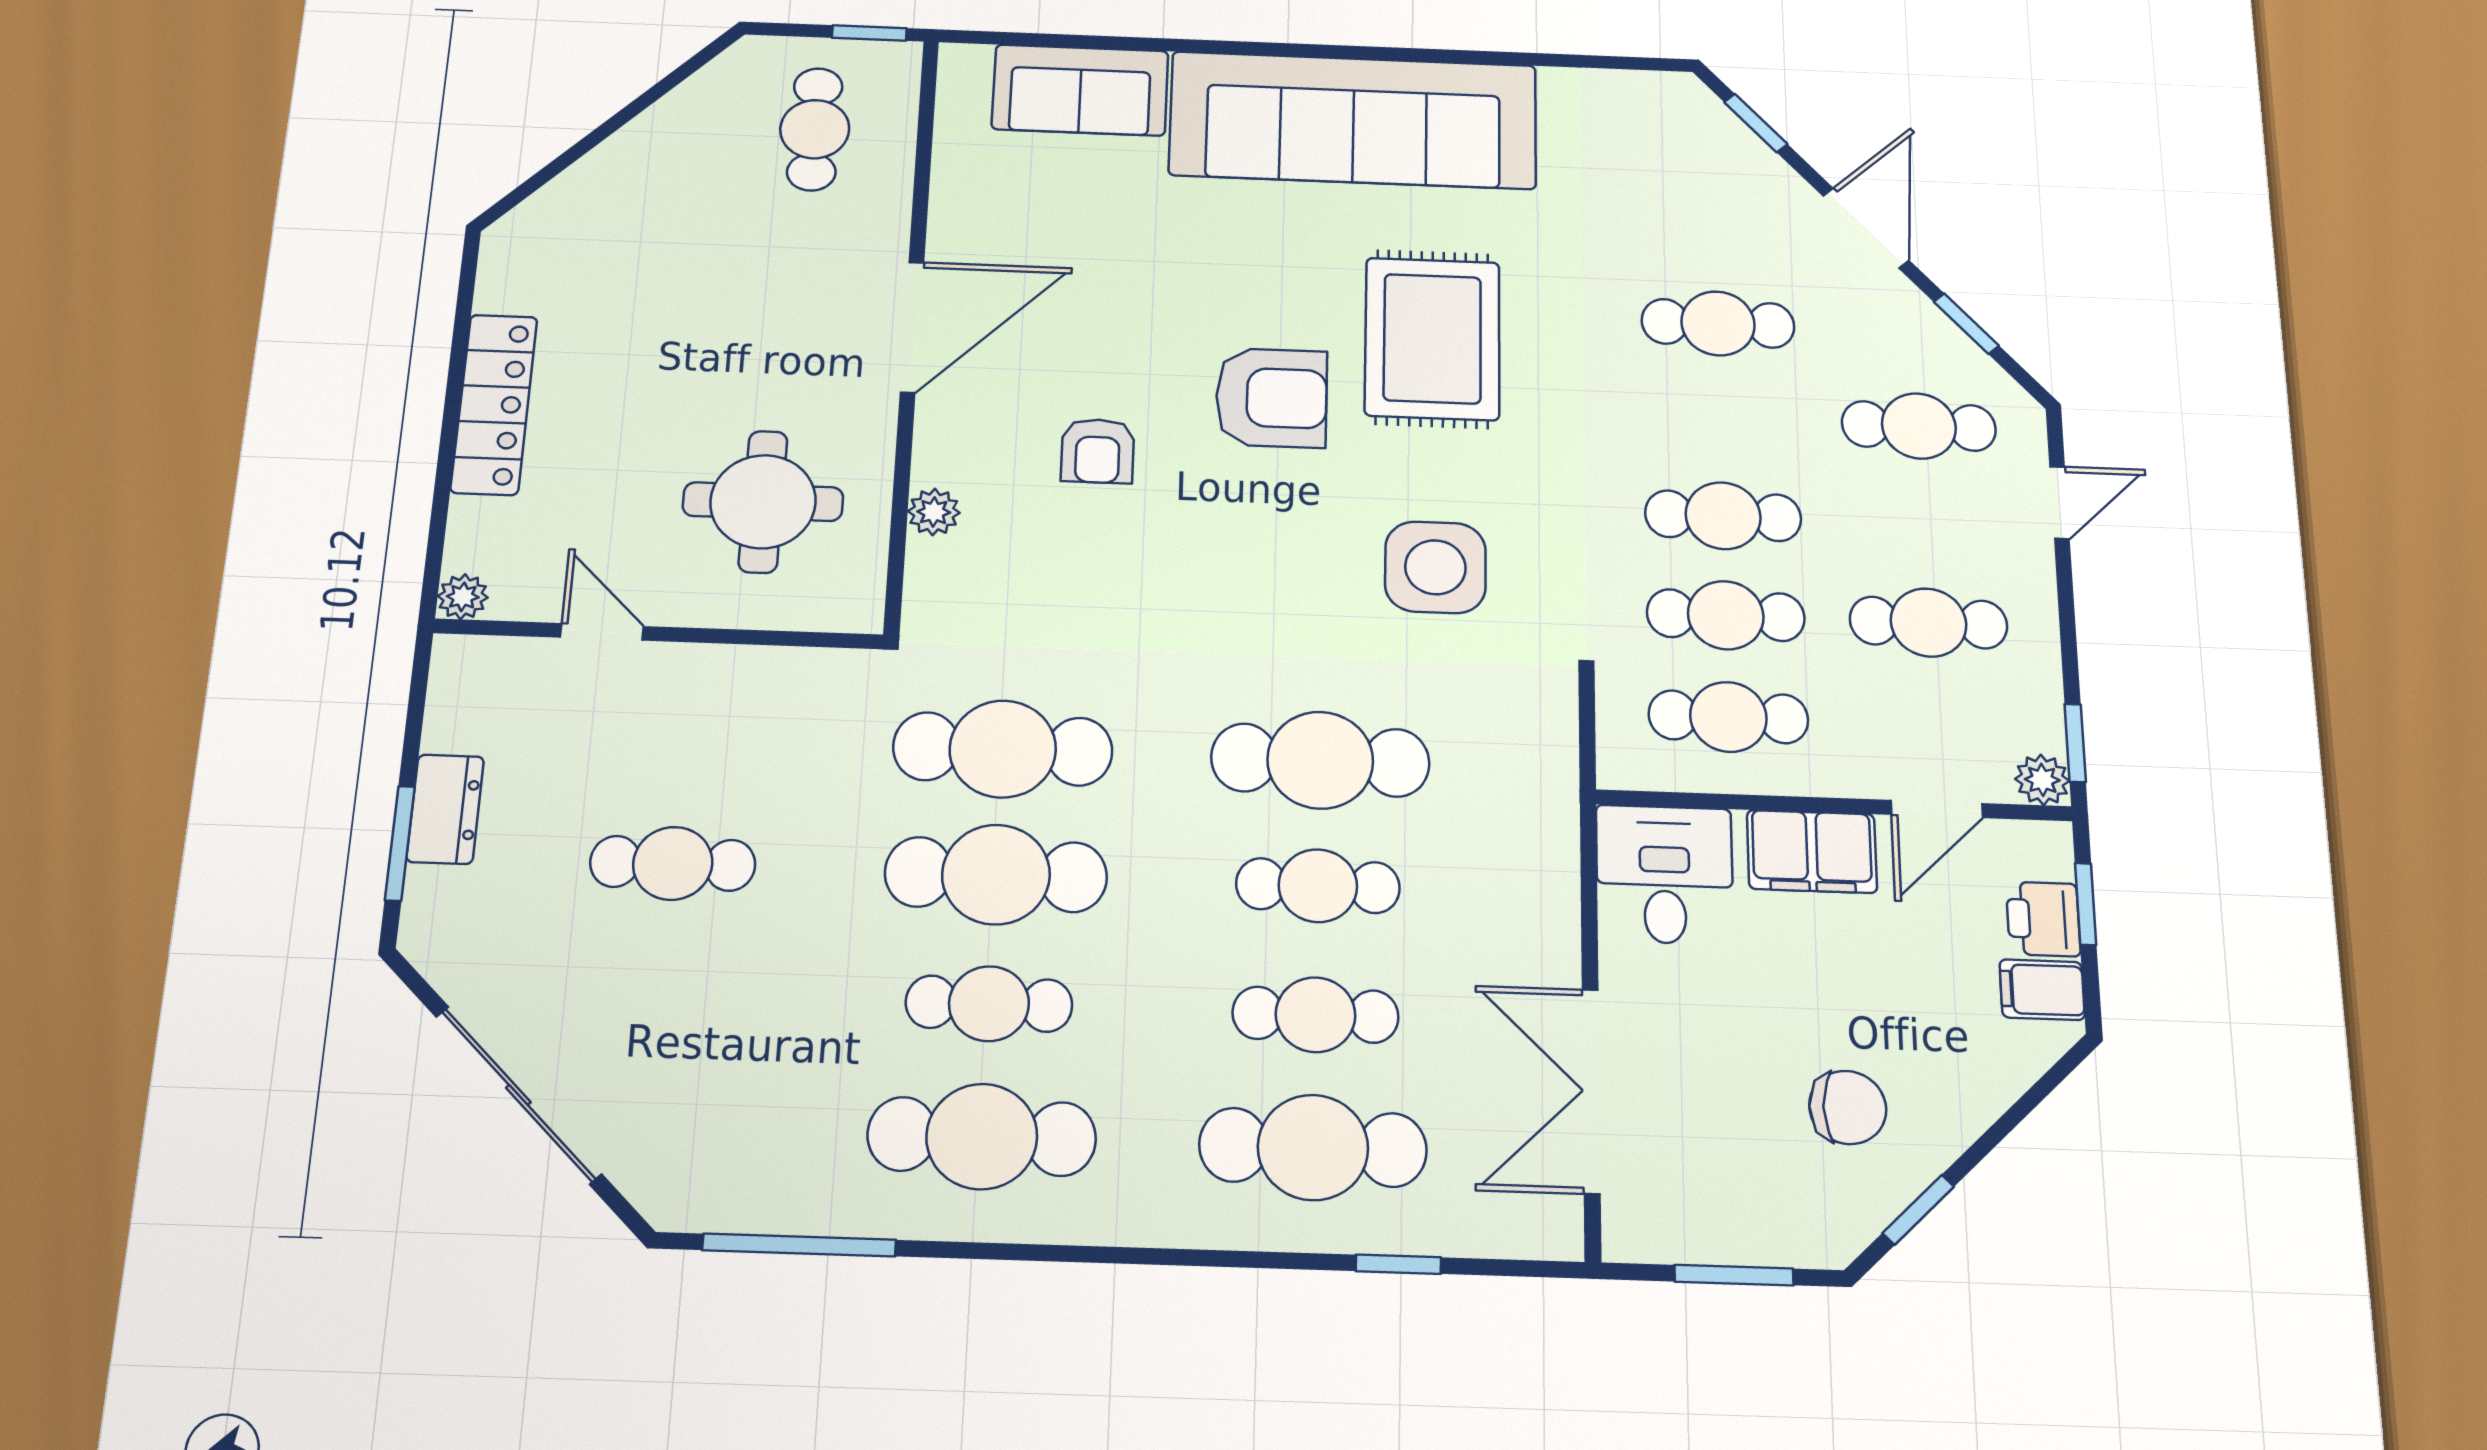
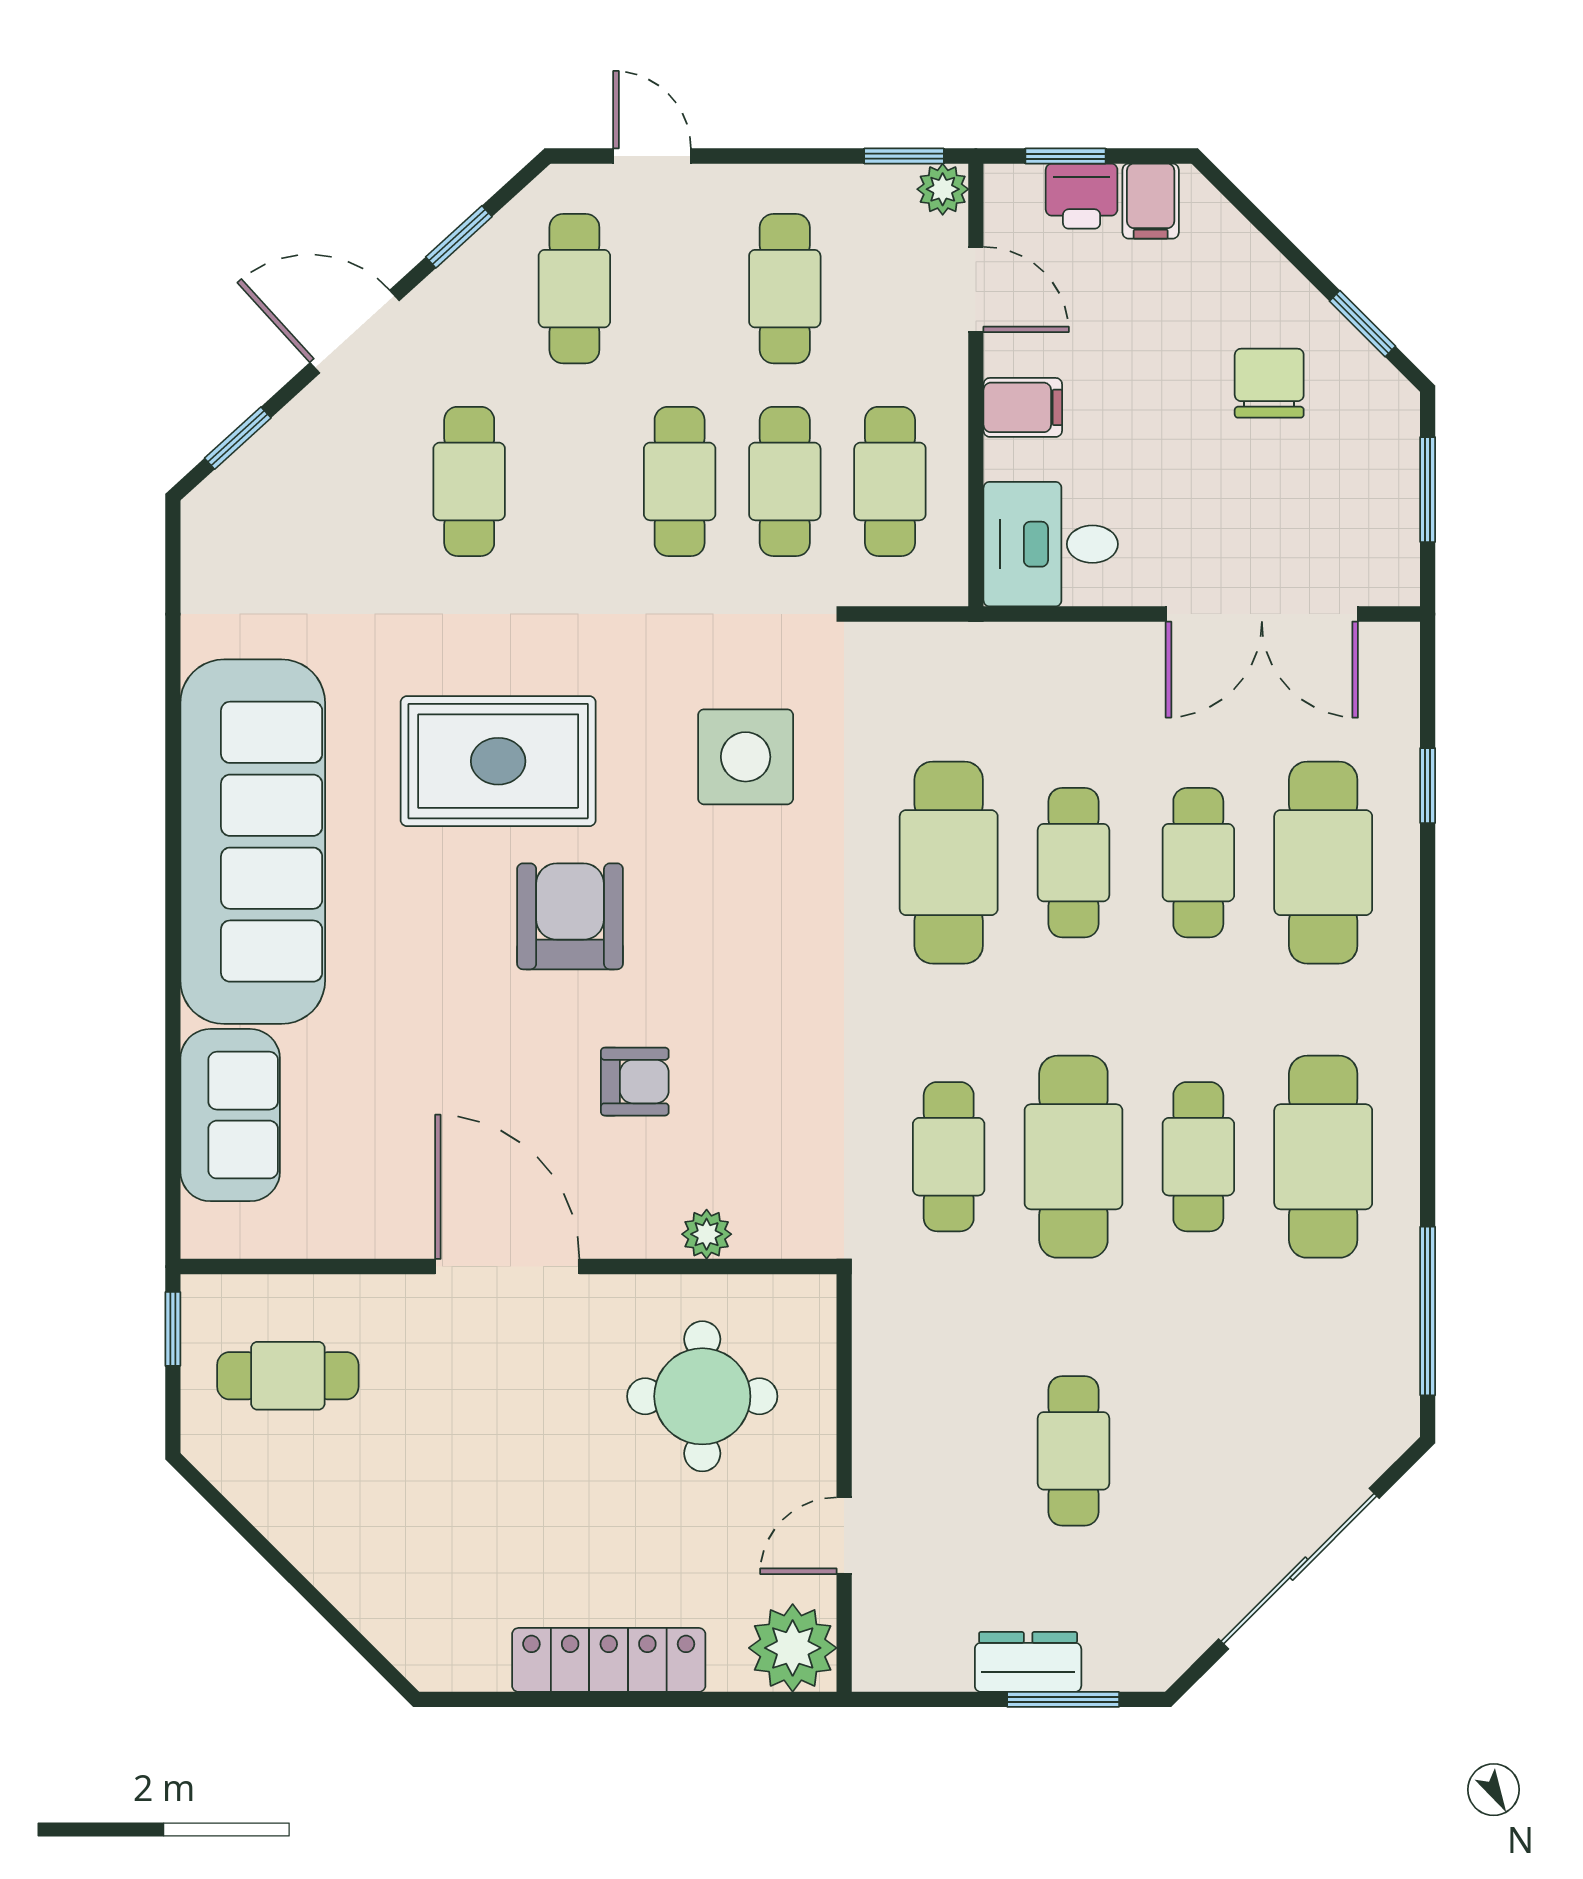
plant: (463, 597) -> (793, 1648), width x1.88, depth x1.88
cafe table: (1003, 749) -> (949, 1157), width x0.73, depth x0.74
filing cabinet: (1812, 851) -> (1023, 407), width x0.50

